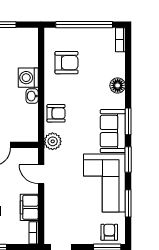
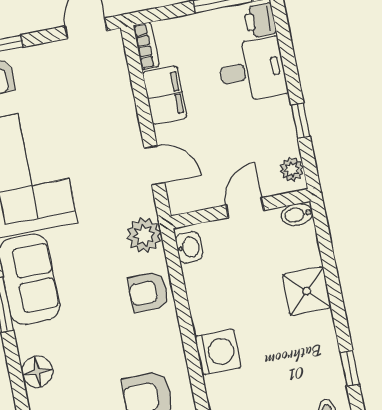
washbasin: (32, 96) -> (189, 247), moved

